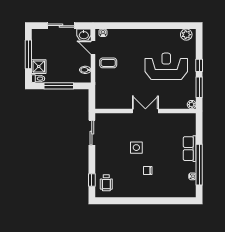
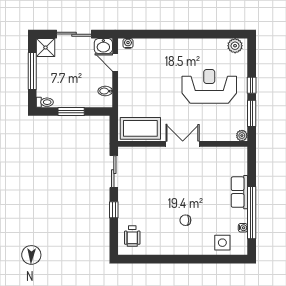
coffee table: (108, 63) -> (140, 128), moved, width x1.86, depth x1.72
shower: (39, 67) -> (46, 47), moved
window: (59, 86) -> (71, 112), width x0.69
side table: (136, 148) -> (222, 243), moved
window: (92, 180) -> (114, 210), moved

